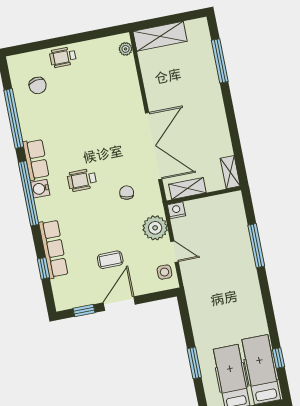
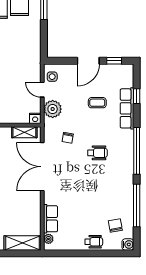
row of seats: (36, 159) -> (51, 219), moved, turned 180
water cooler: (40, 189) -> (128, 244), moved
coffee table: (110, 260) -> (97, 103), moved

